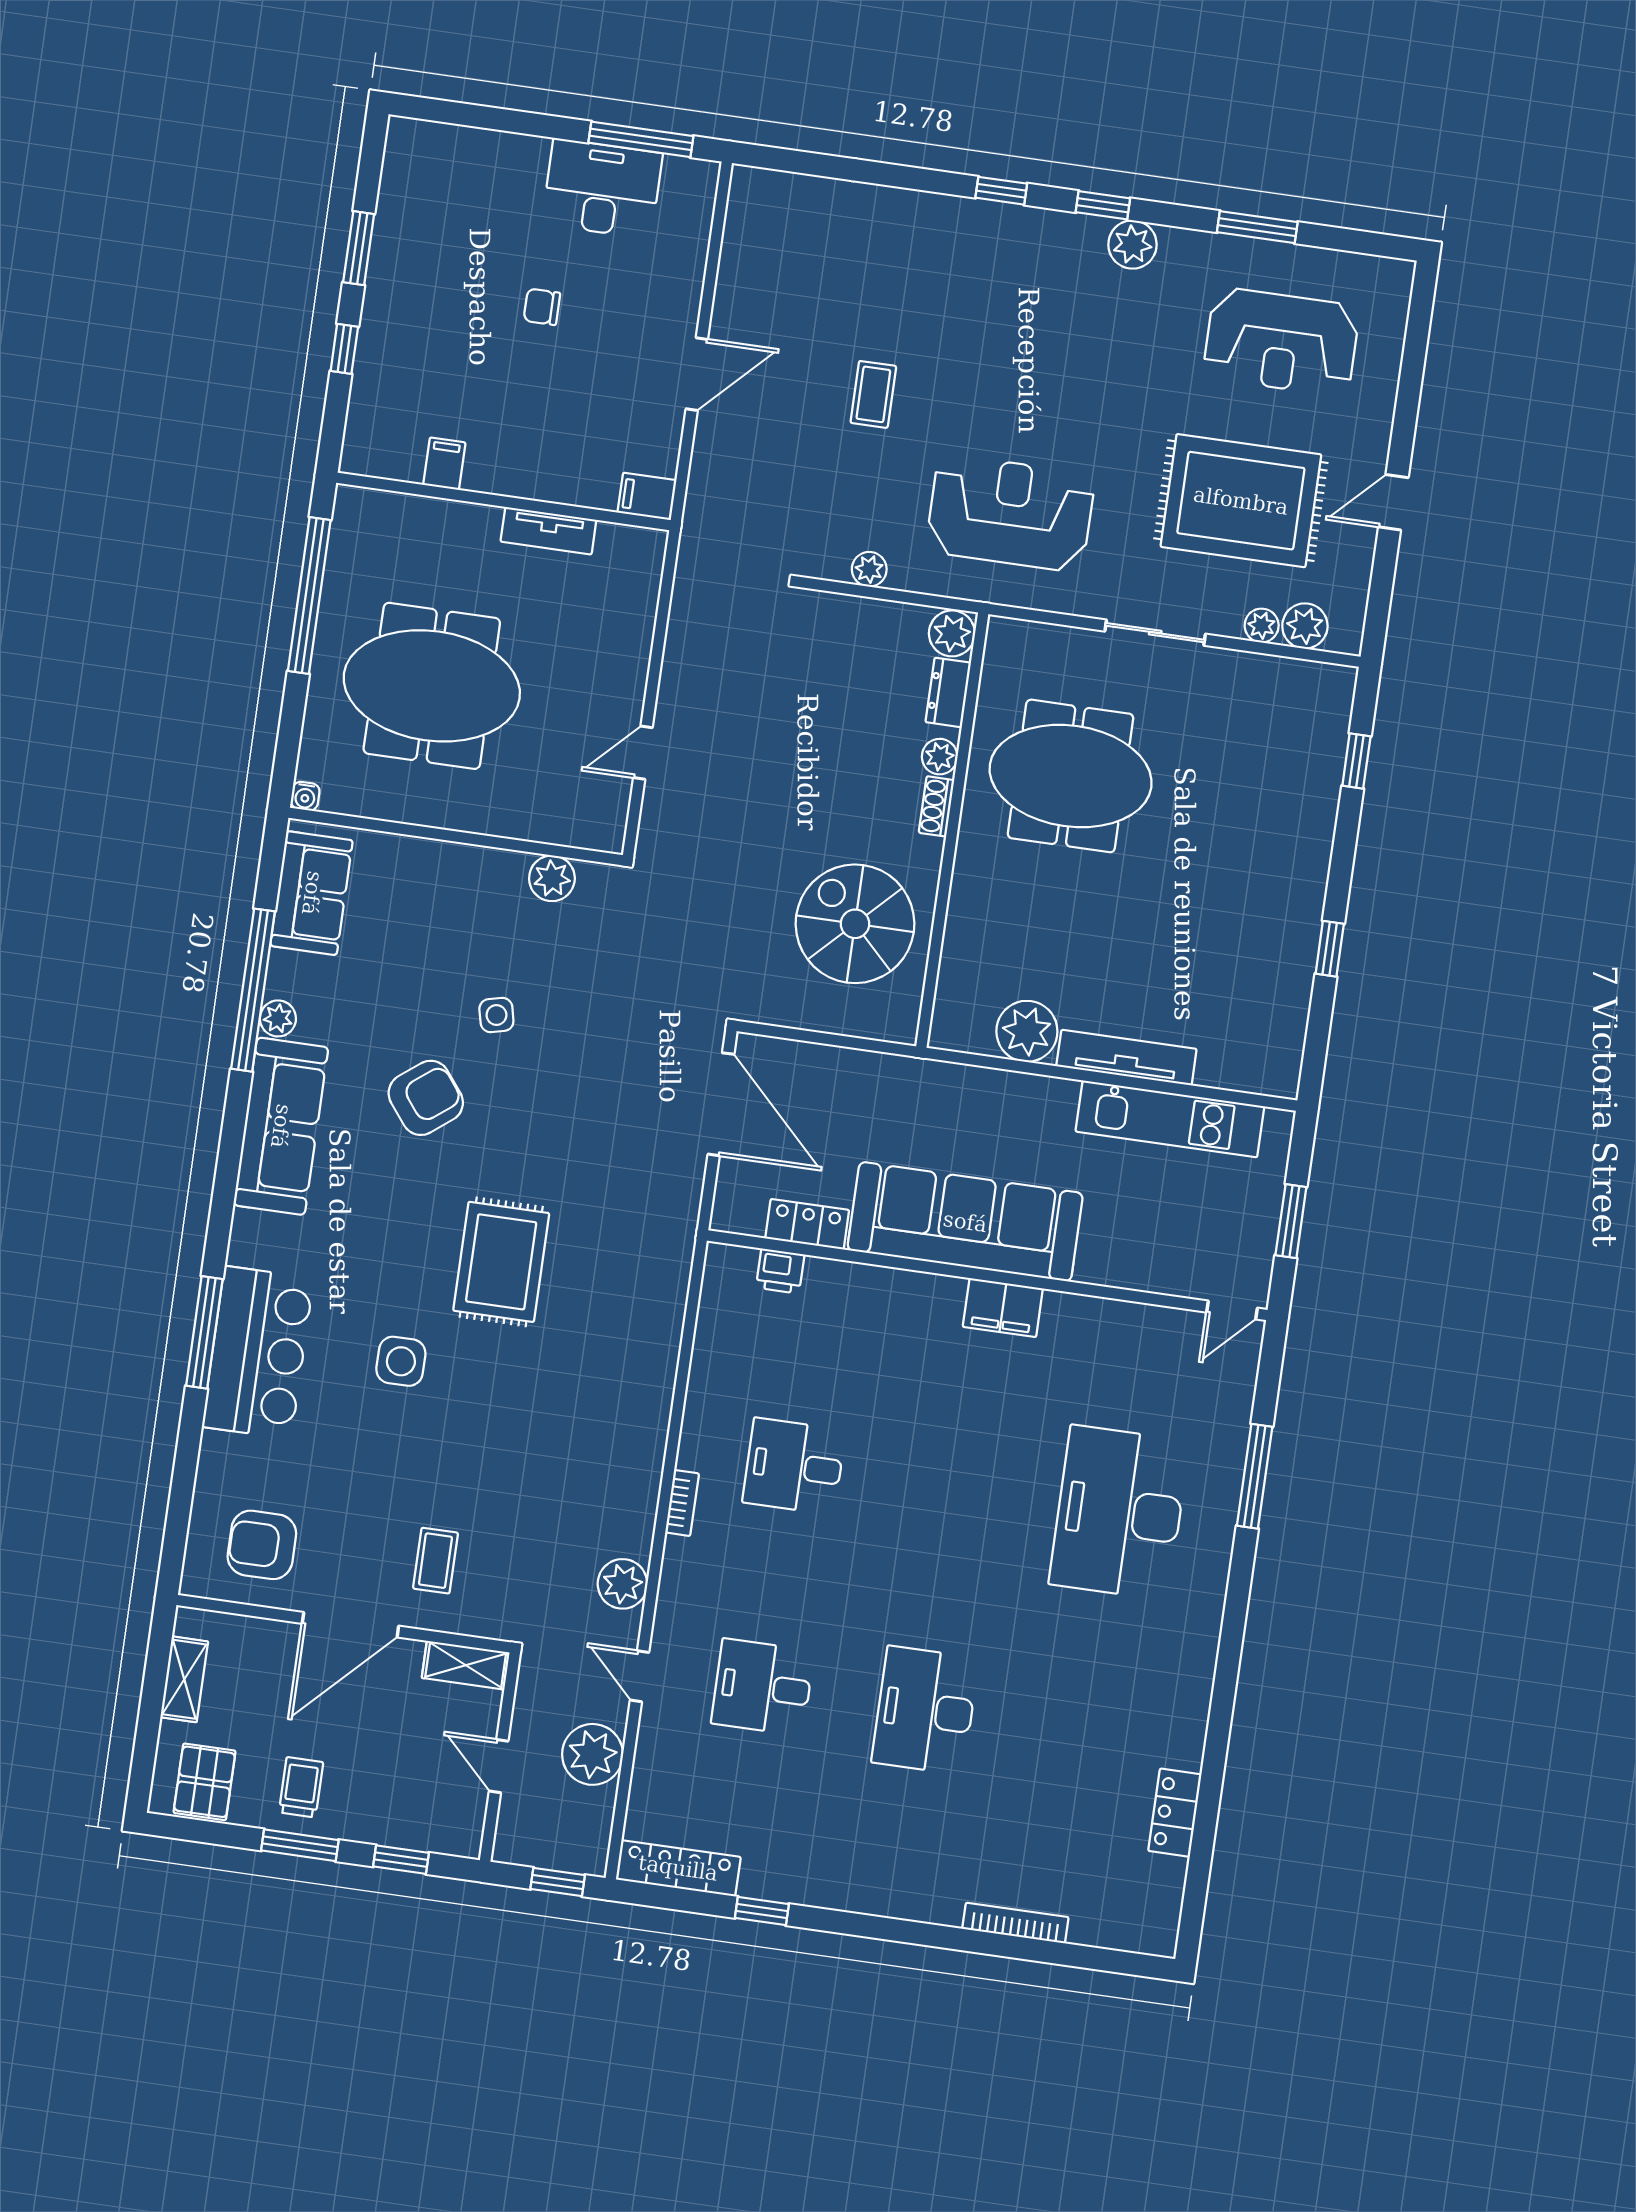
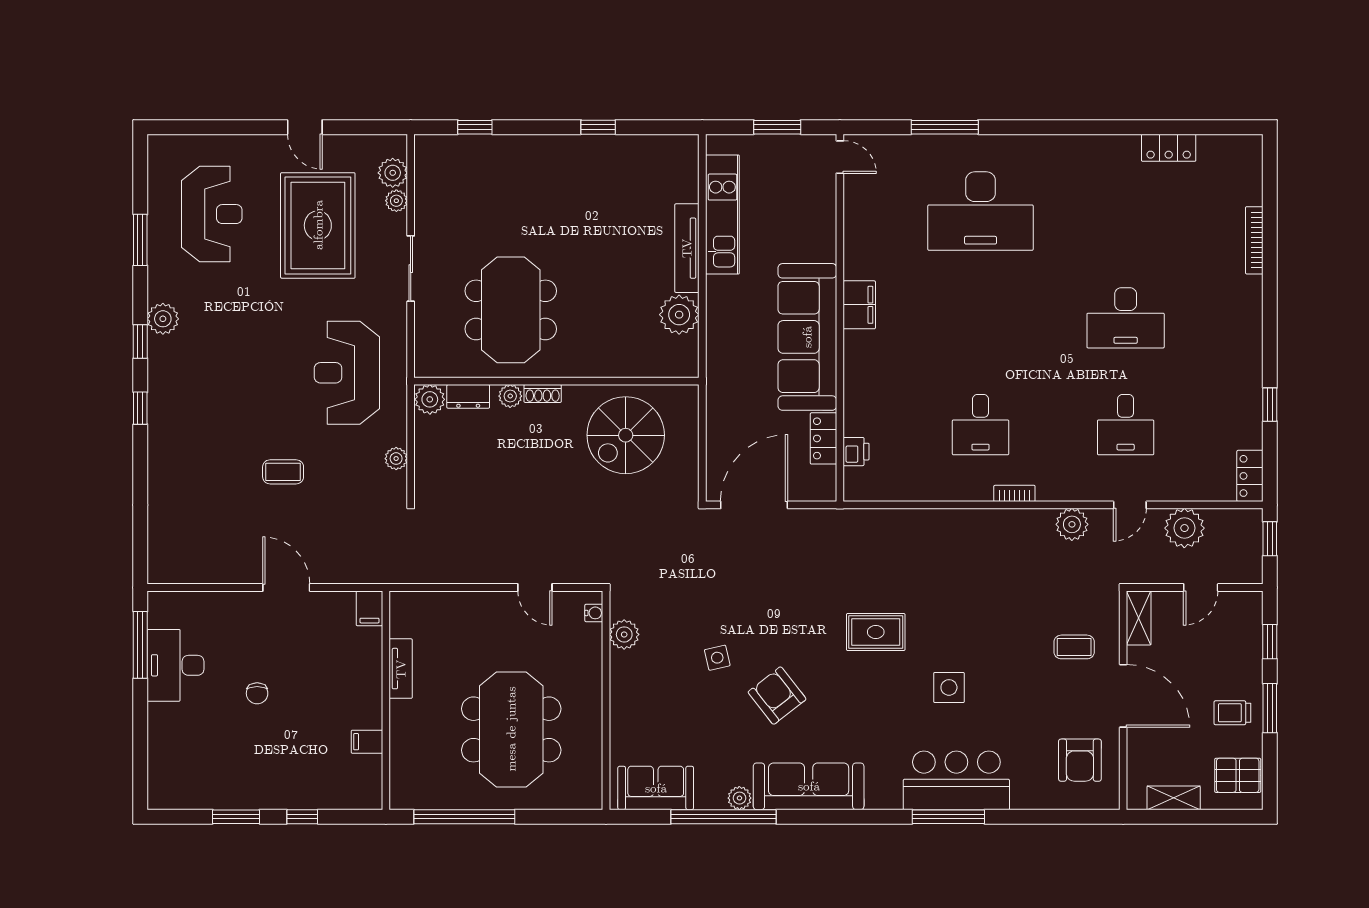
water cooler: (305, 796) -> (594, 613), moved
rug: (501, 1262) -> (876, 632), width x0.73, depth x0.70
locker: (678, 1868) -> (1250, 476), width x0.66

